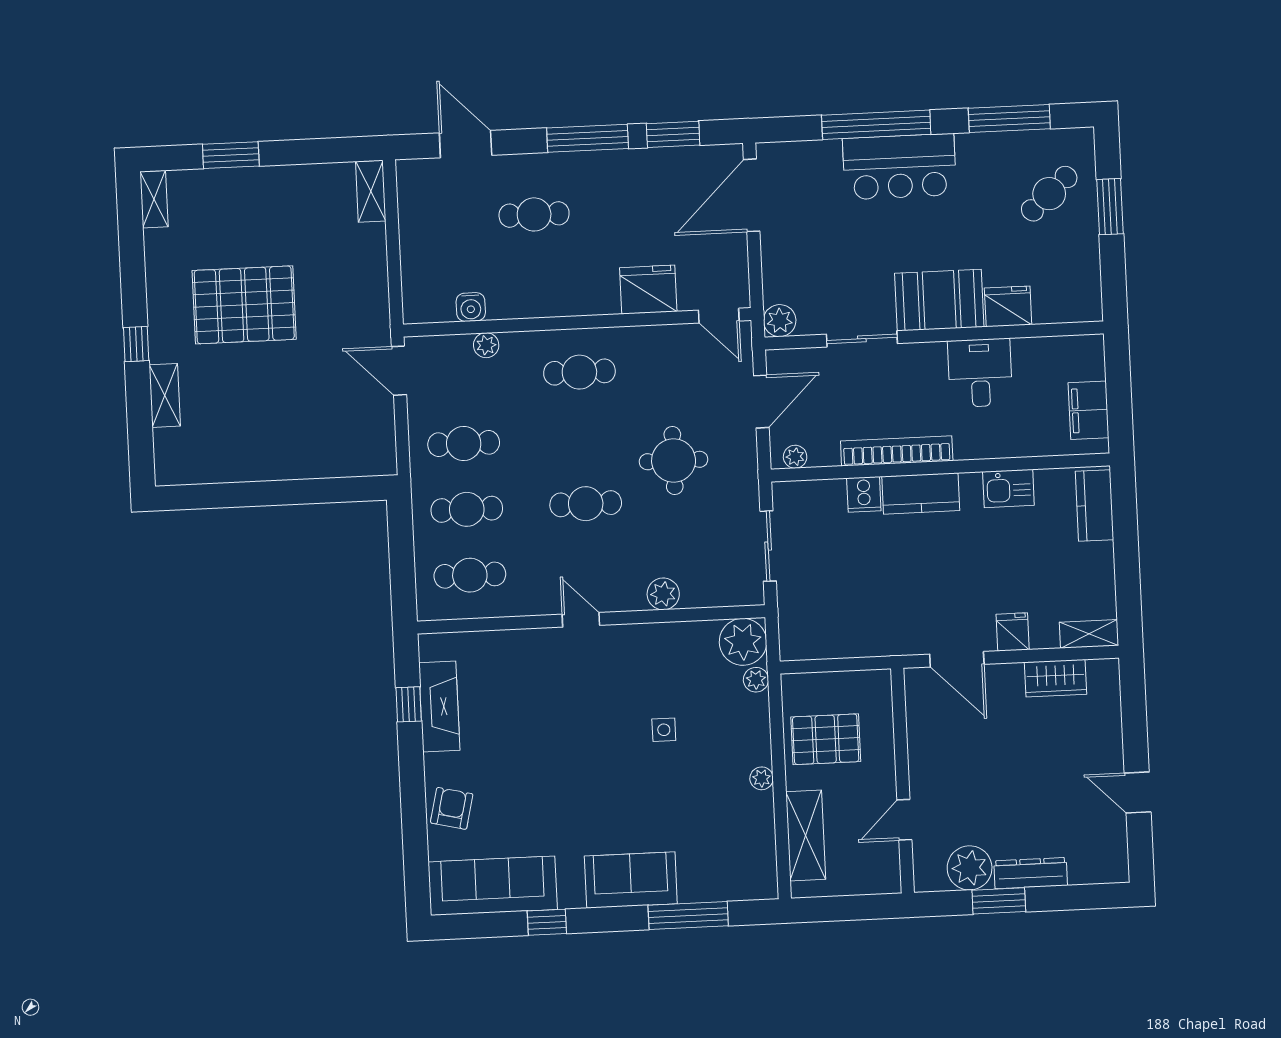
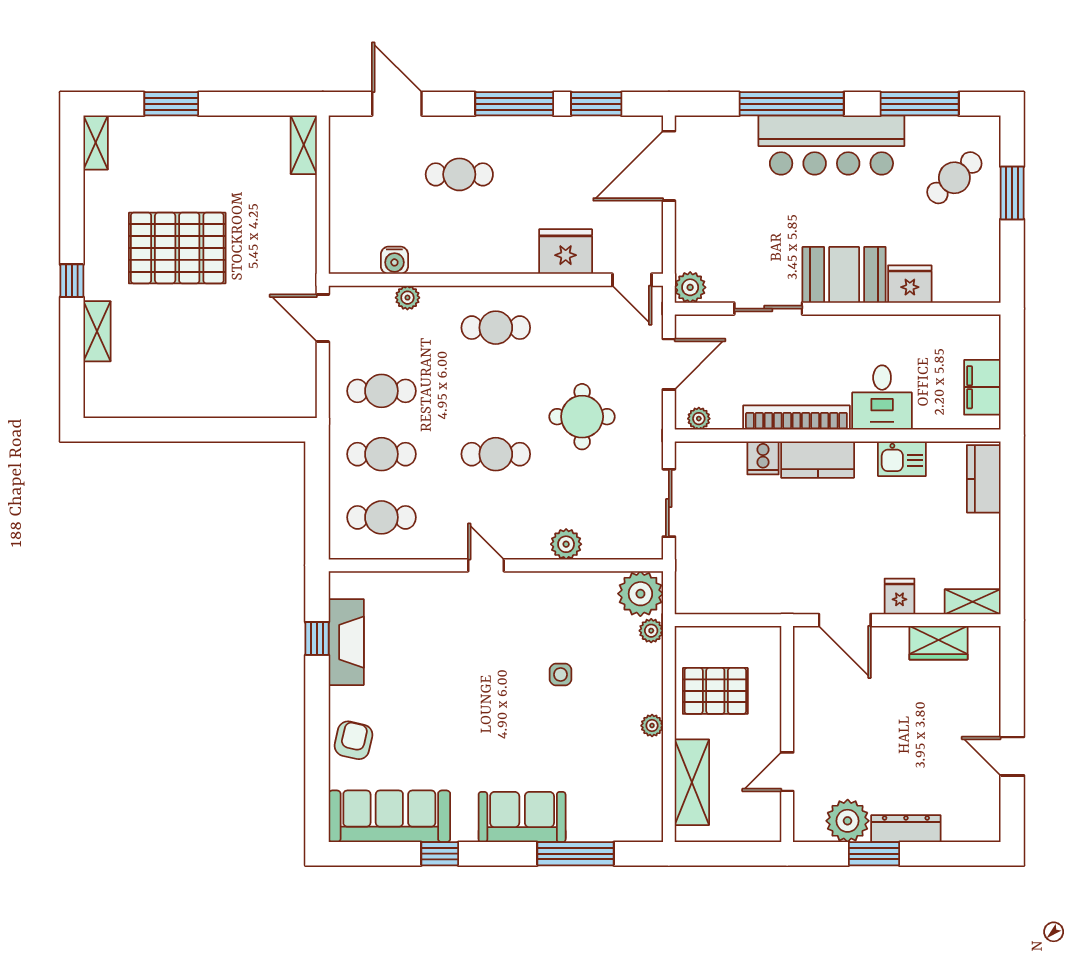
bar counter: (899, 167) -> (831, 145), width x1.36
desk: (980, 373) -> (882, 398), moved, turned 180

